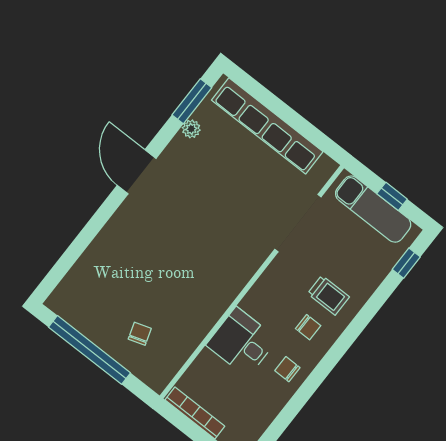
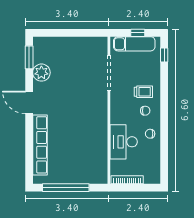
row of seats: (267, 126) -> (40, 145), moved, turned -90
plant: (191, 129) -> (41, 73), width x1.88, depth x1.88
chair: (140, 334) -> (81, 166), removed
desk: (242, 342) -> (124, 142), width x1.37

